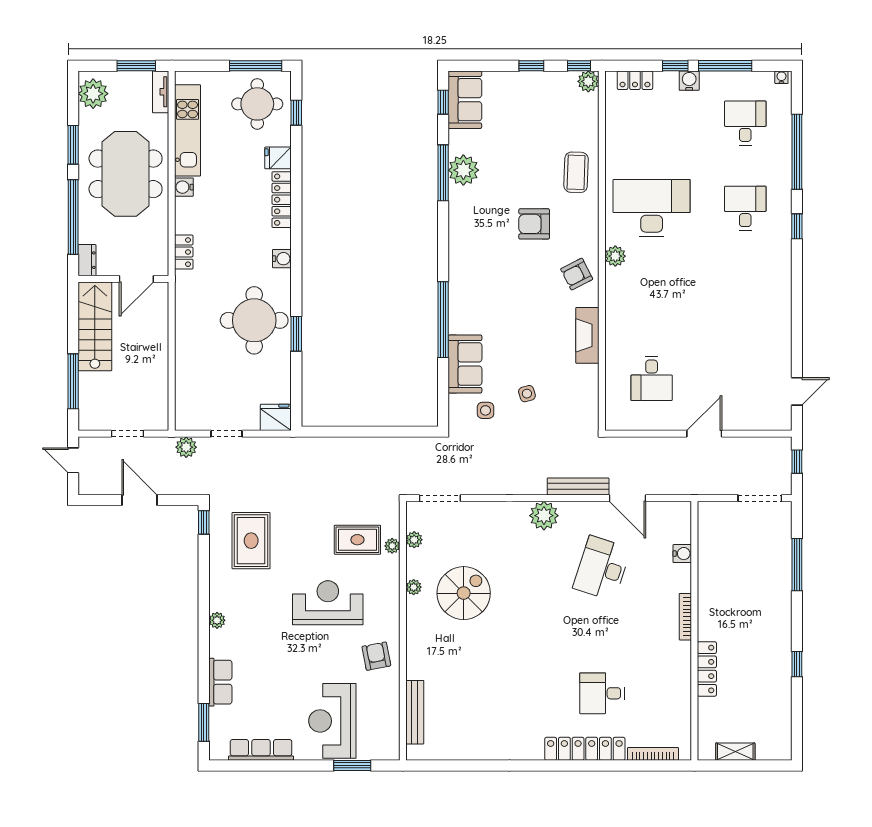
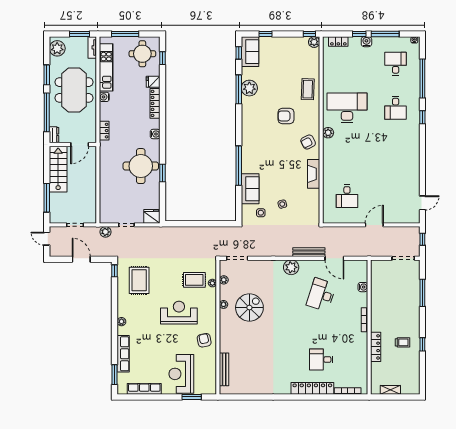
window: (256, 66) -> (125, 34), moved
window: (531, 66) -> (265, 34), moved
desk: (745, 208) -> (396, 108), turned 180
trolley: (758, 660) -> (402, 342), added
row of seats: (220, 682) -> (123, 354), width x1.48

